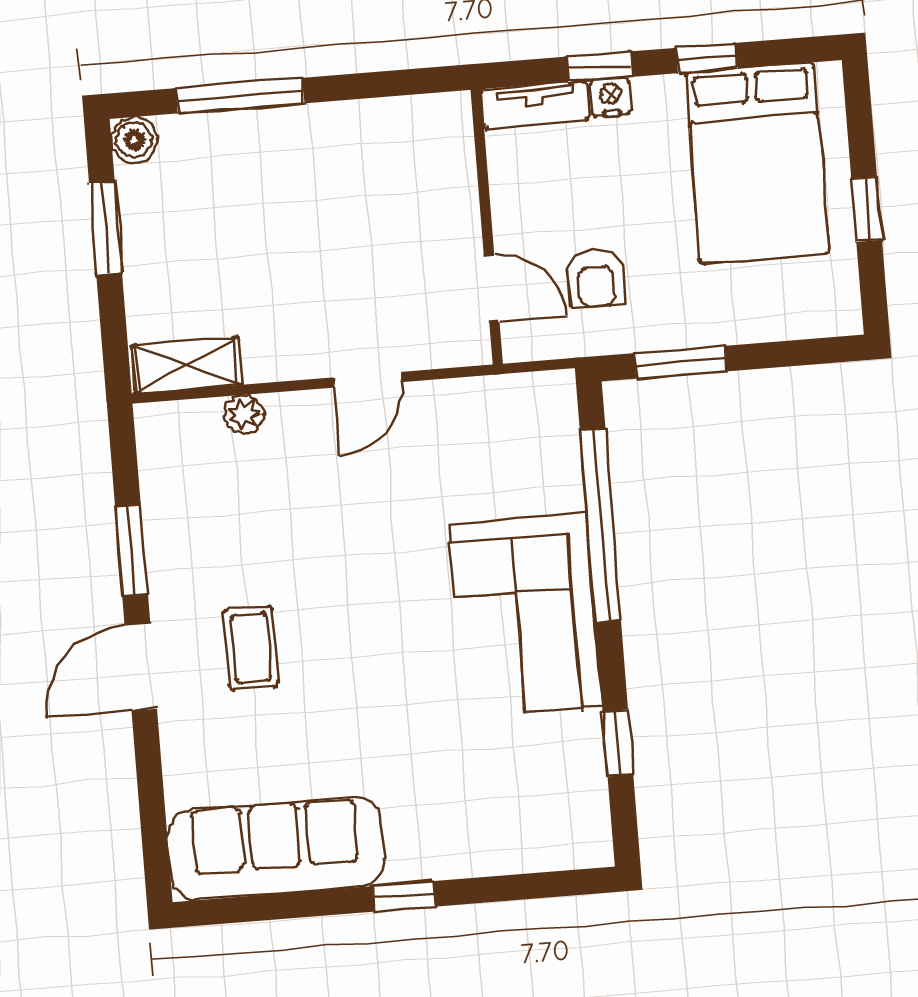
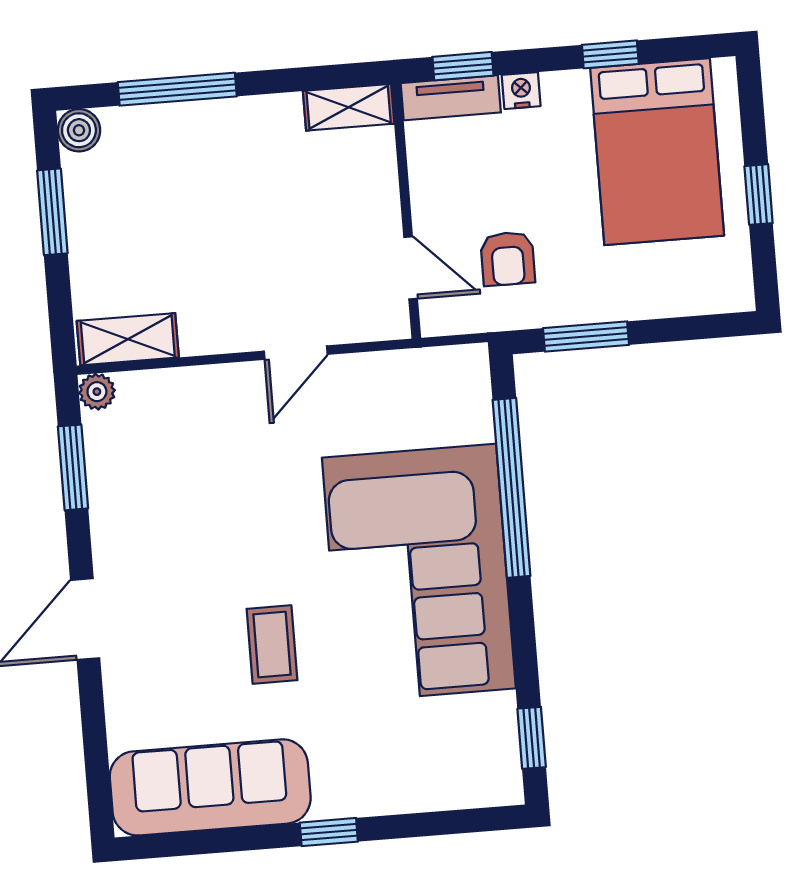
window: (599, 67) -> (463, 66), moved
shelving: (425, 115) -> (349, 107), added
plant: (244, 414) -> (97, 392), moved
window: (131, 550) -> (73, 467), moved
corner sofa: (525, 615) -> (419, 573), width x1.36, depth x1.36
coffee table: (251, 648) -> (272, 644), moved
window: (618, 743) -> (532, 738), moved

